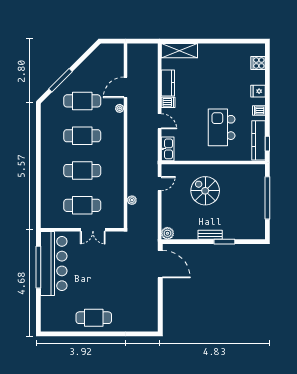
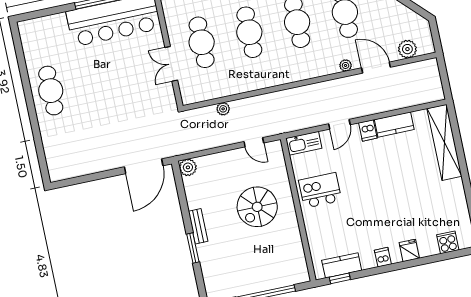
shelving: (179, 51) -> (444, 142), width x1.47
plant: (117, 63) -> (407, 49), added
kitchen island: (222, 127) -> (320, 190), moved, width x0.73, depth x0.78
kitchen counter: (258, 140) -> (342, 265), width x0.67
spiral stairs: (205, 191) -> (257, 207), turned 180

